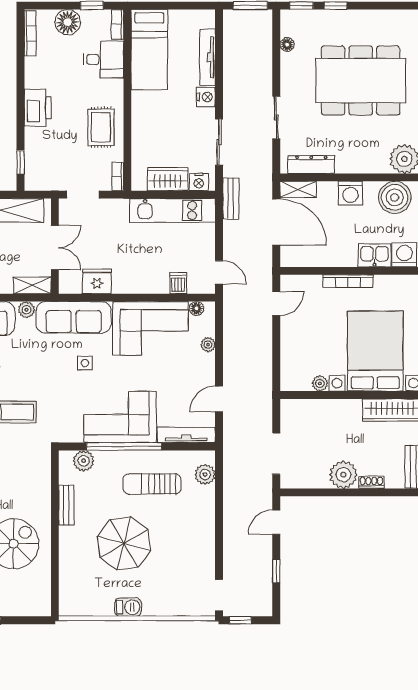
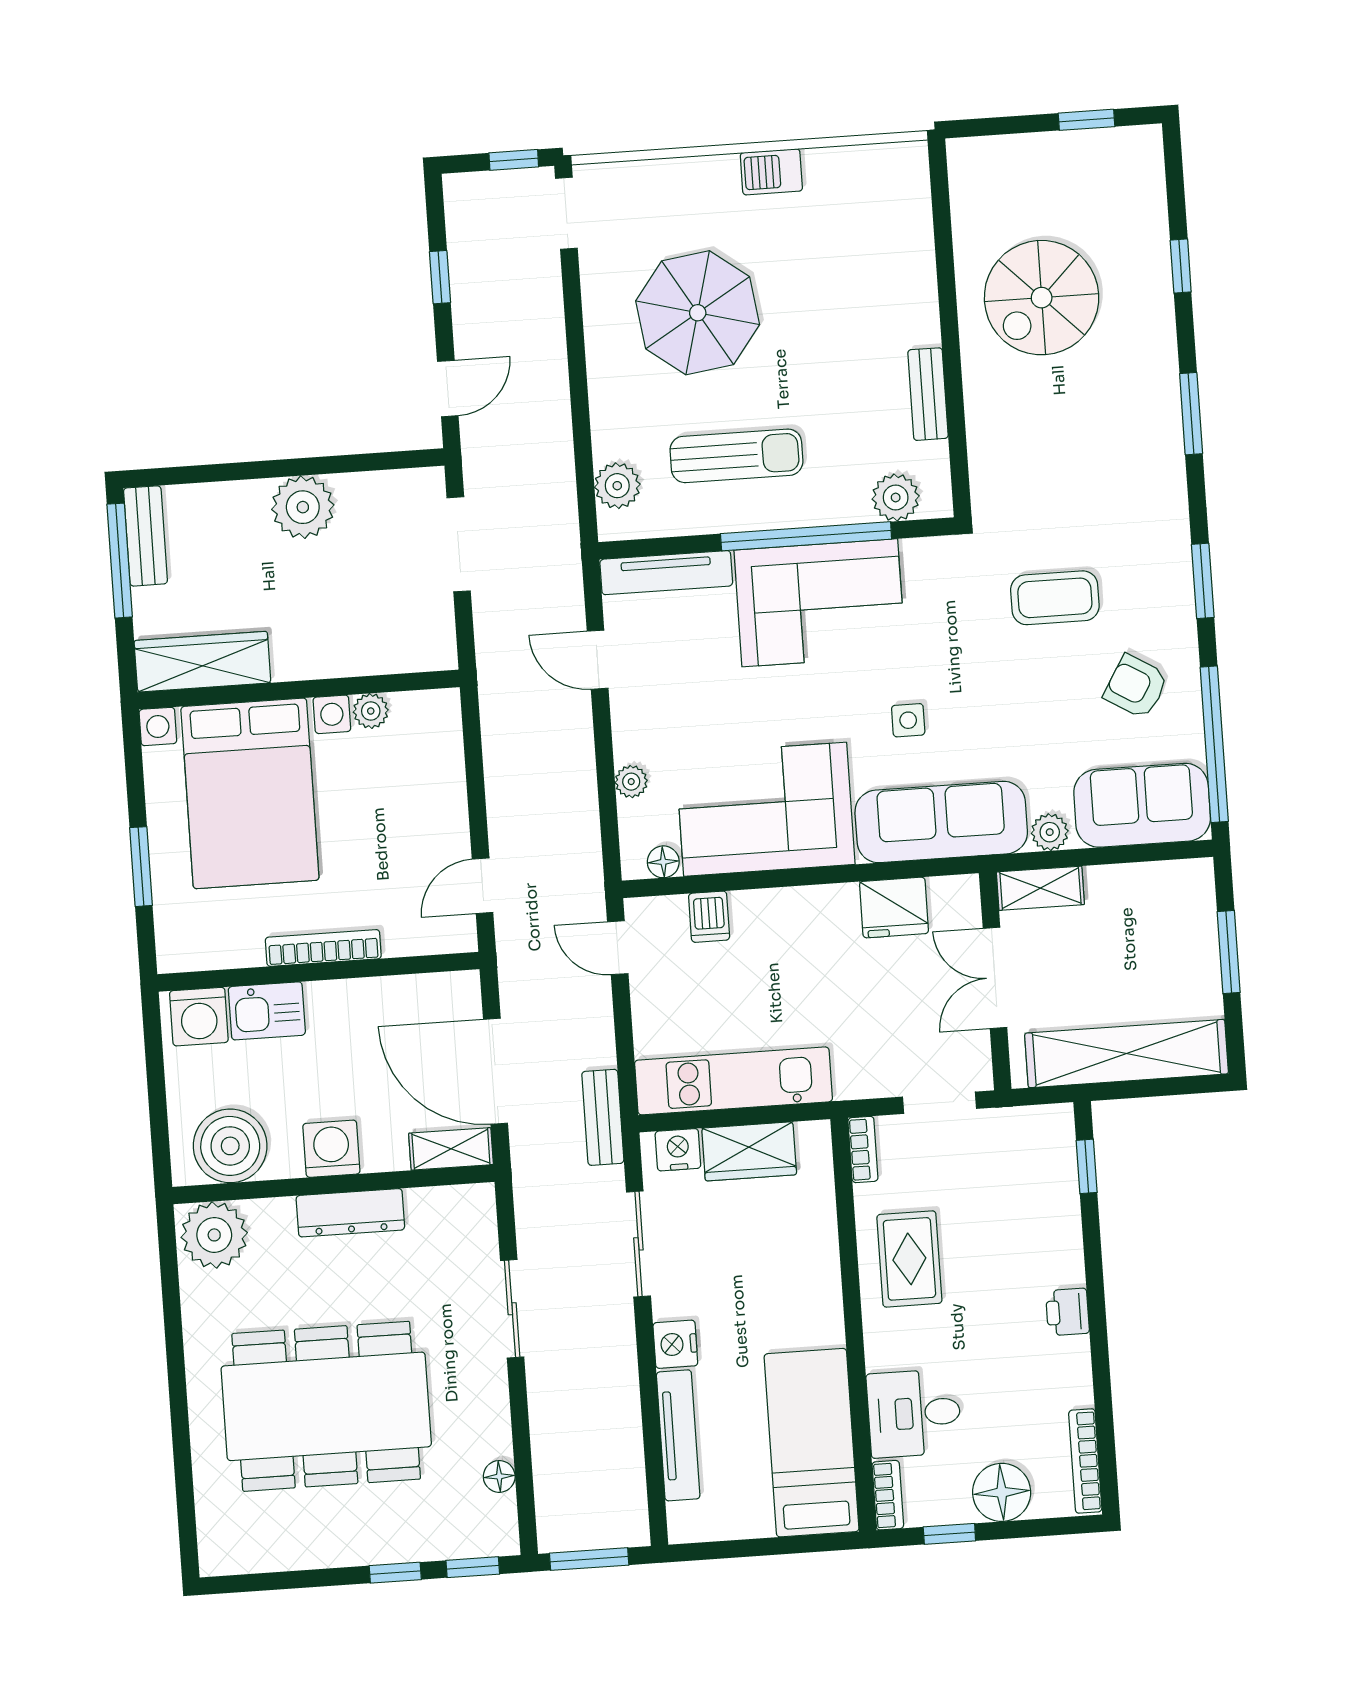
printer: (38, 108) -> (1067, 1312), width x0.53, depth x0.68
dresser: (311, 164) -> (350, 1213), moved
door: (219, 399) -> (598, 660), swing flipped
shoe rack: (371, 482) -> (238, 494), removed
parasol: (124, 543) -> (698, 313), moved

